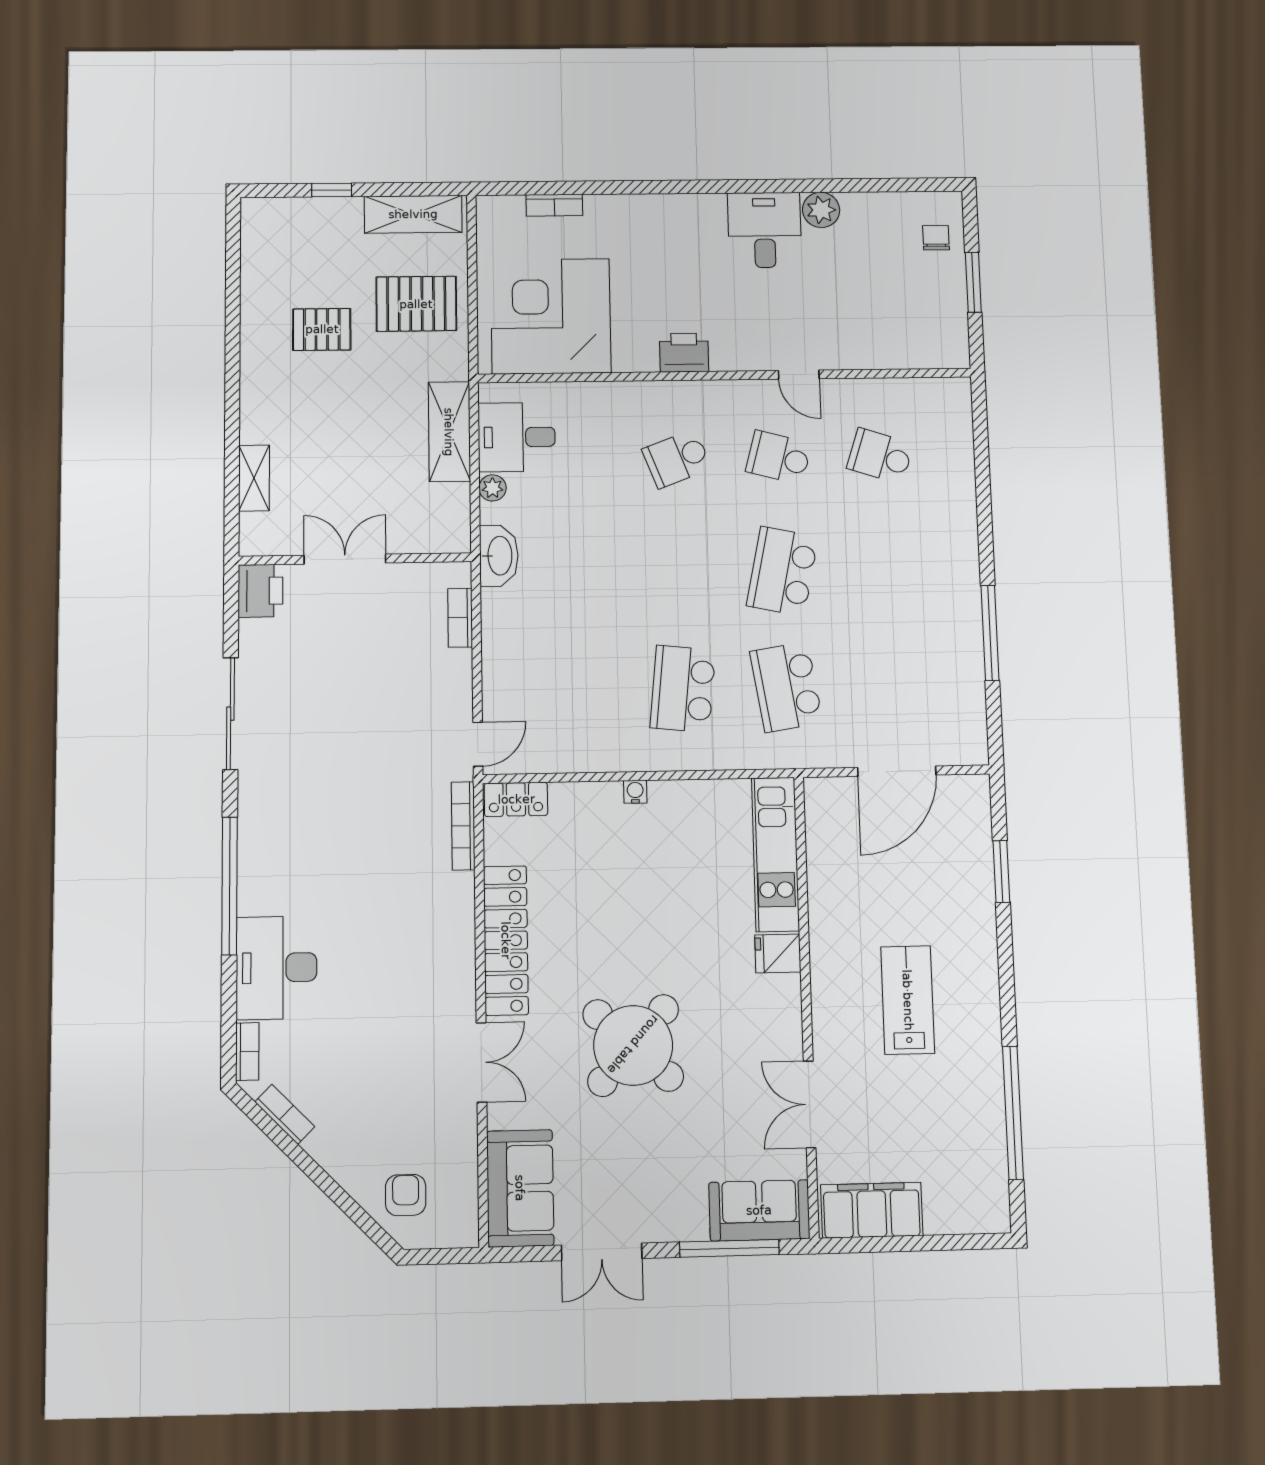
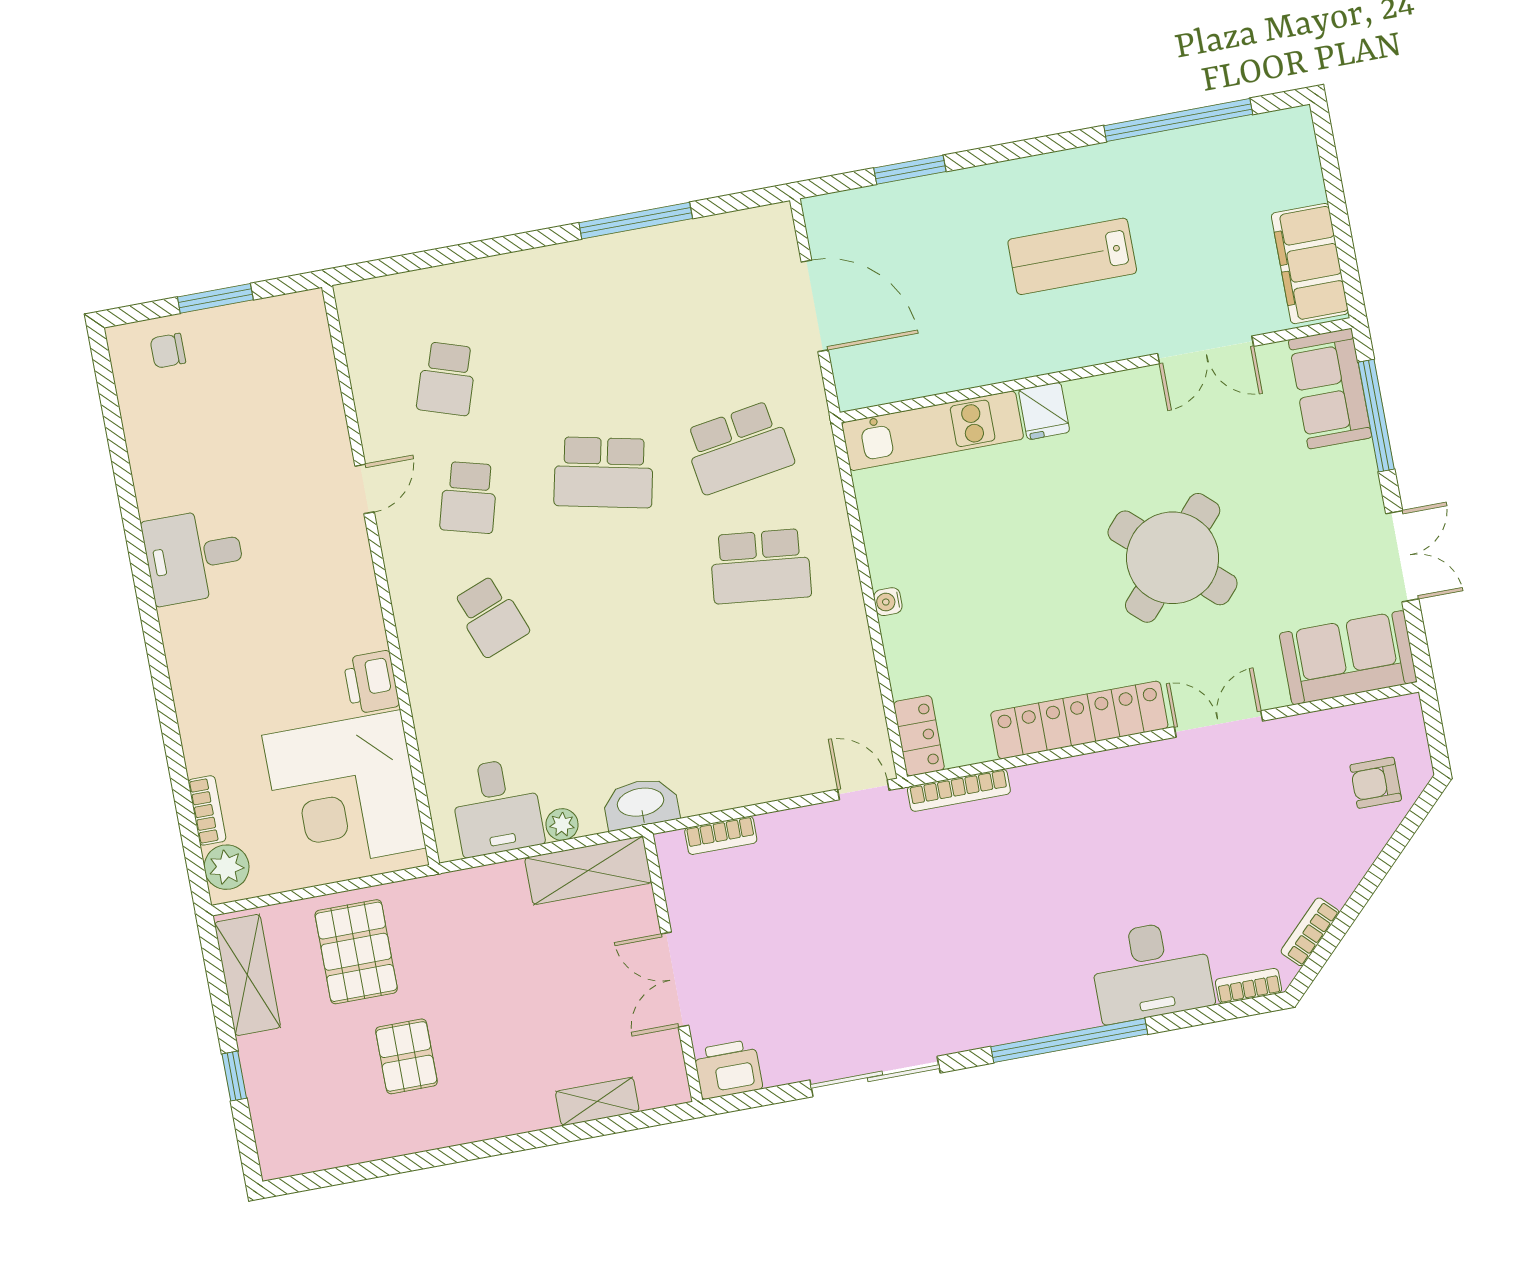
plant: (821, 210) -> (227, 867), moved
printer: (684, 353) -> (371, 682), moved
shelving: (449, 432) -> (588, 870), moved

